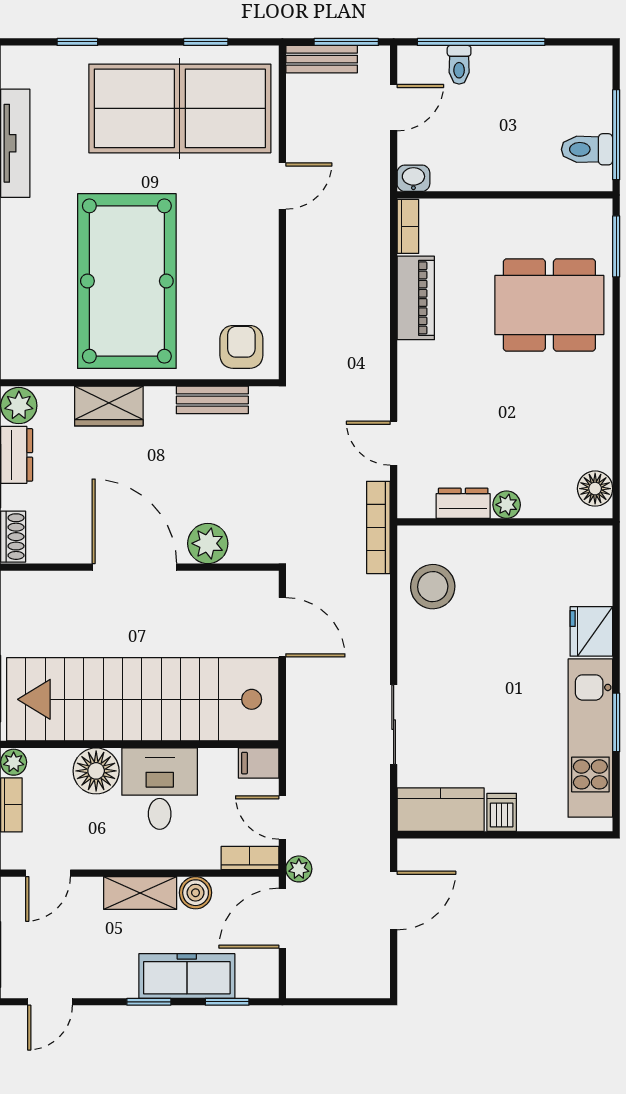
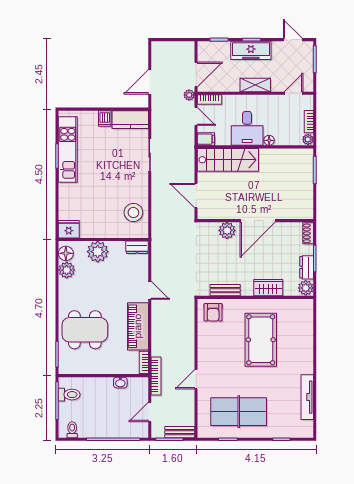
toilet: (459, 65) -> (72, 430), moved
table tennis table: (180, 108) -> (239, 412), width x0.73, depth x0.76
washbasin: (413, 178) -> (120, 383), moved
pool table: (127, 281) -> (261, 340), width x0.73, depth x0.76
piano: (416, 298) -> (138, 326), width x1.37, depth x1.33
door: (394, 443) -> (150, 290), moved
plant: (593, 448) -> (67, 270), added
dresser: (463, 503) -> (137, 247), moved
plant: (507, 505) -> (98, 252), width x1.87, depth x1.87
bookcase: (378, 527) -> (156, 376), moved
door: (134, 567) -> (258, 221), hinge flipped
fridge: (591, 631) -> (69, 229), moved, turned -90
stairs: (143, 699) -> (228, 160), width x0.54, depth x0.66
floor lamp: (96, 771) -> (269, 140), width x0.53, depth x0.53
boiler: (196, 893) -> (232, 85), removed
freezer: (187, 976) -> (251, 50), moved
door: (50, 1002) -> (293, 40), hinge flipped

